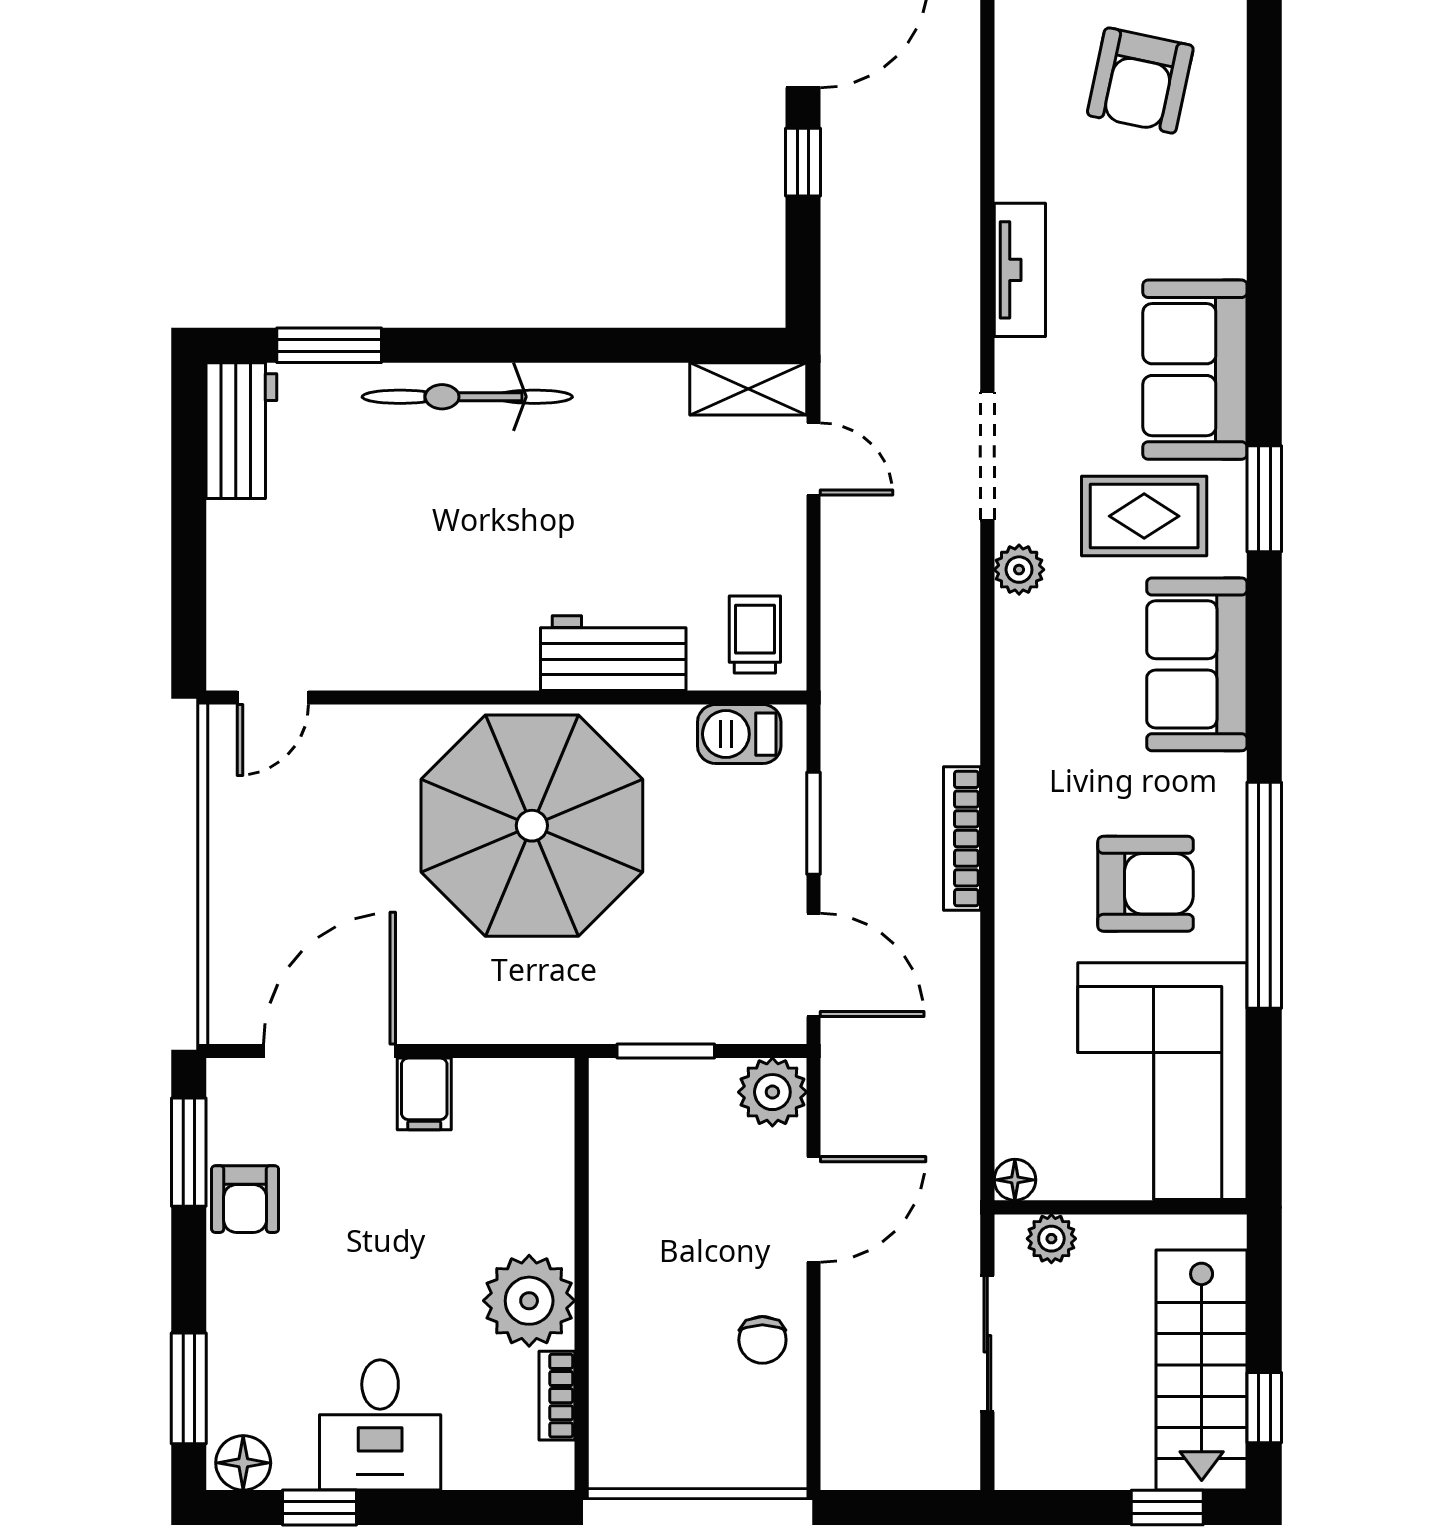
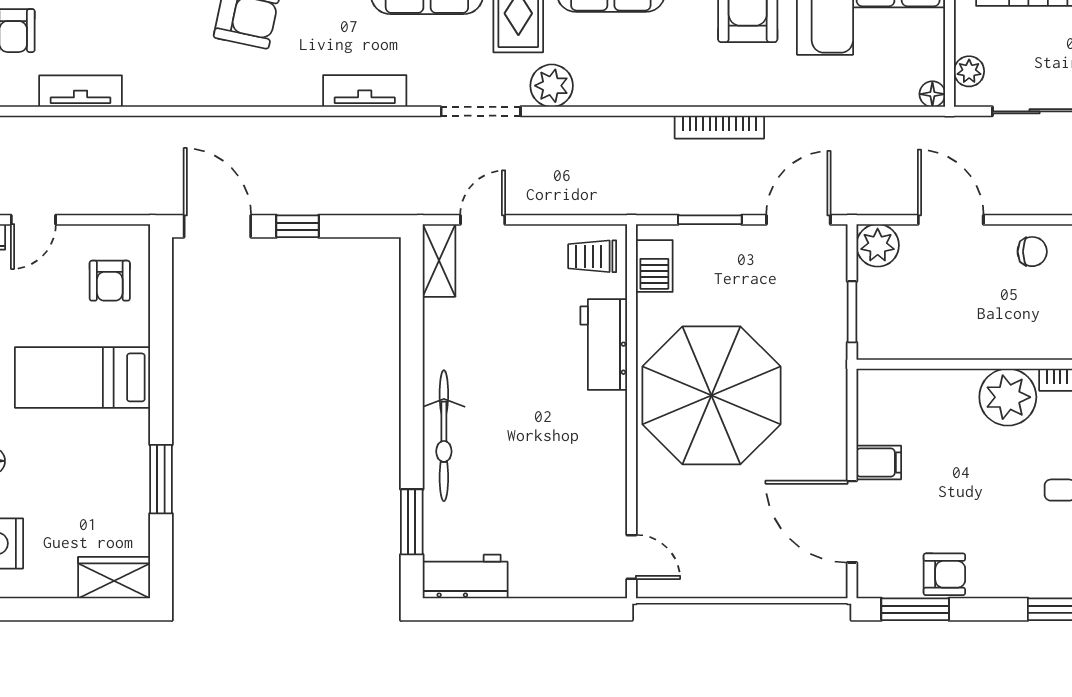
plant: (1019, 570) -> (552, 86), width x1.38, depth x1.38

